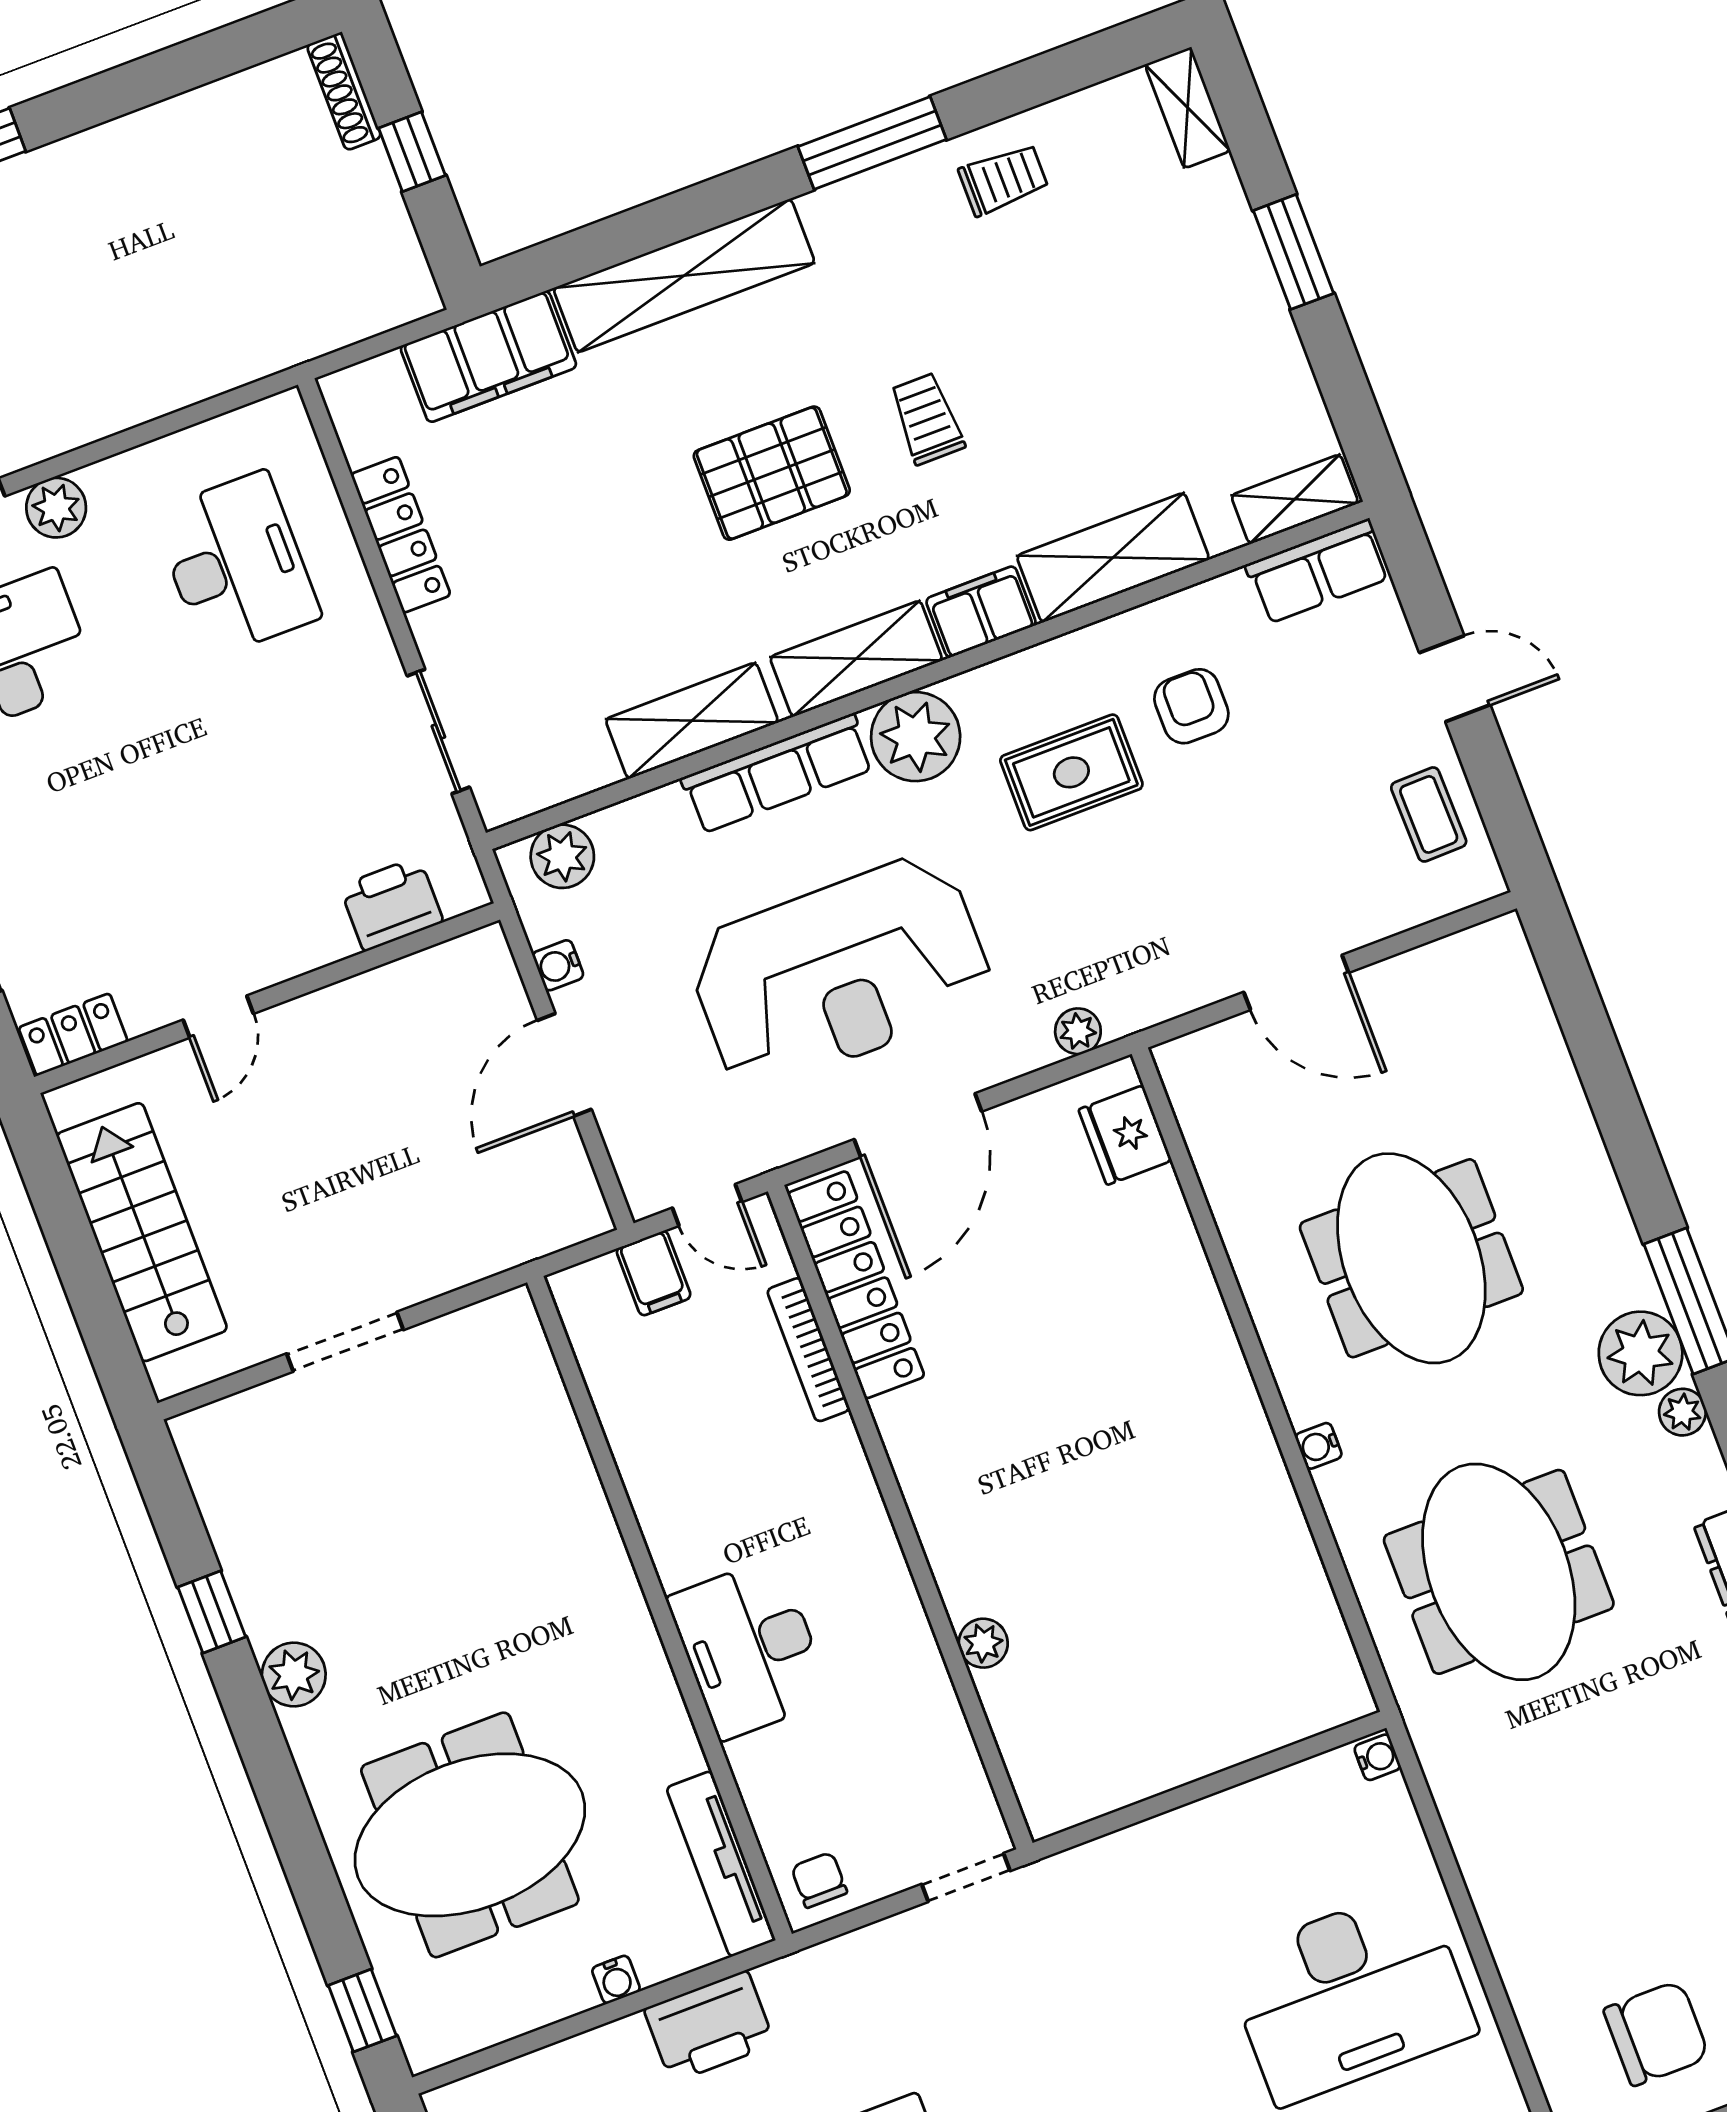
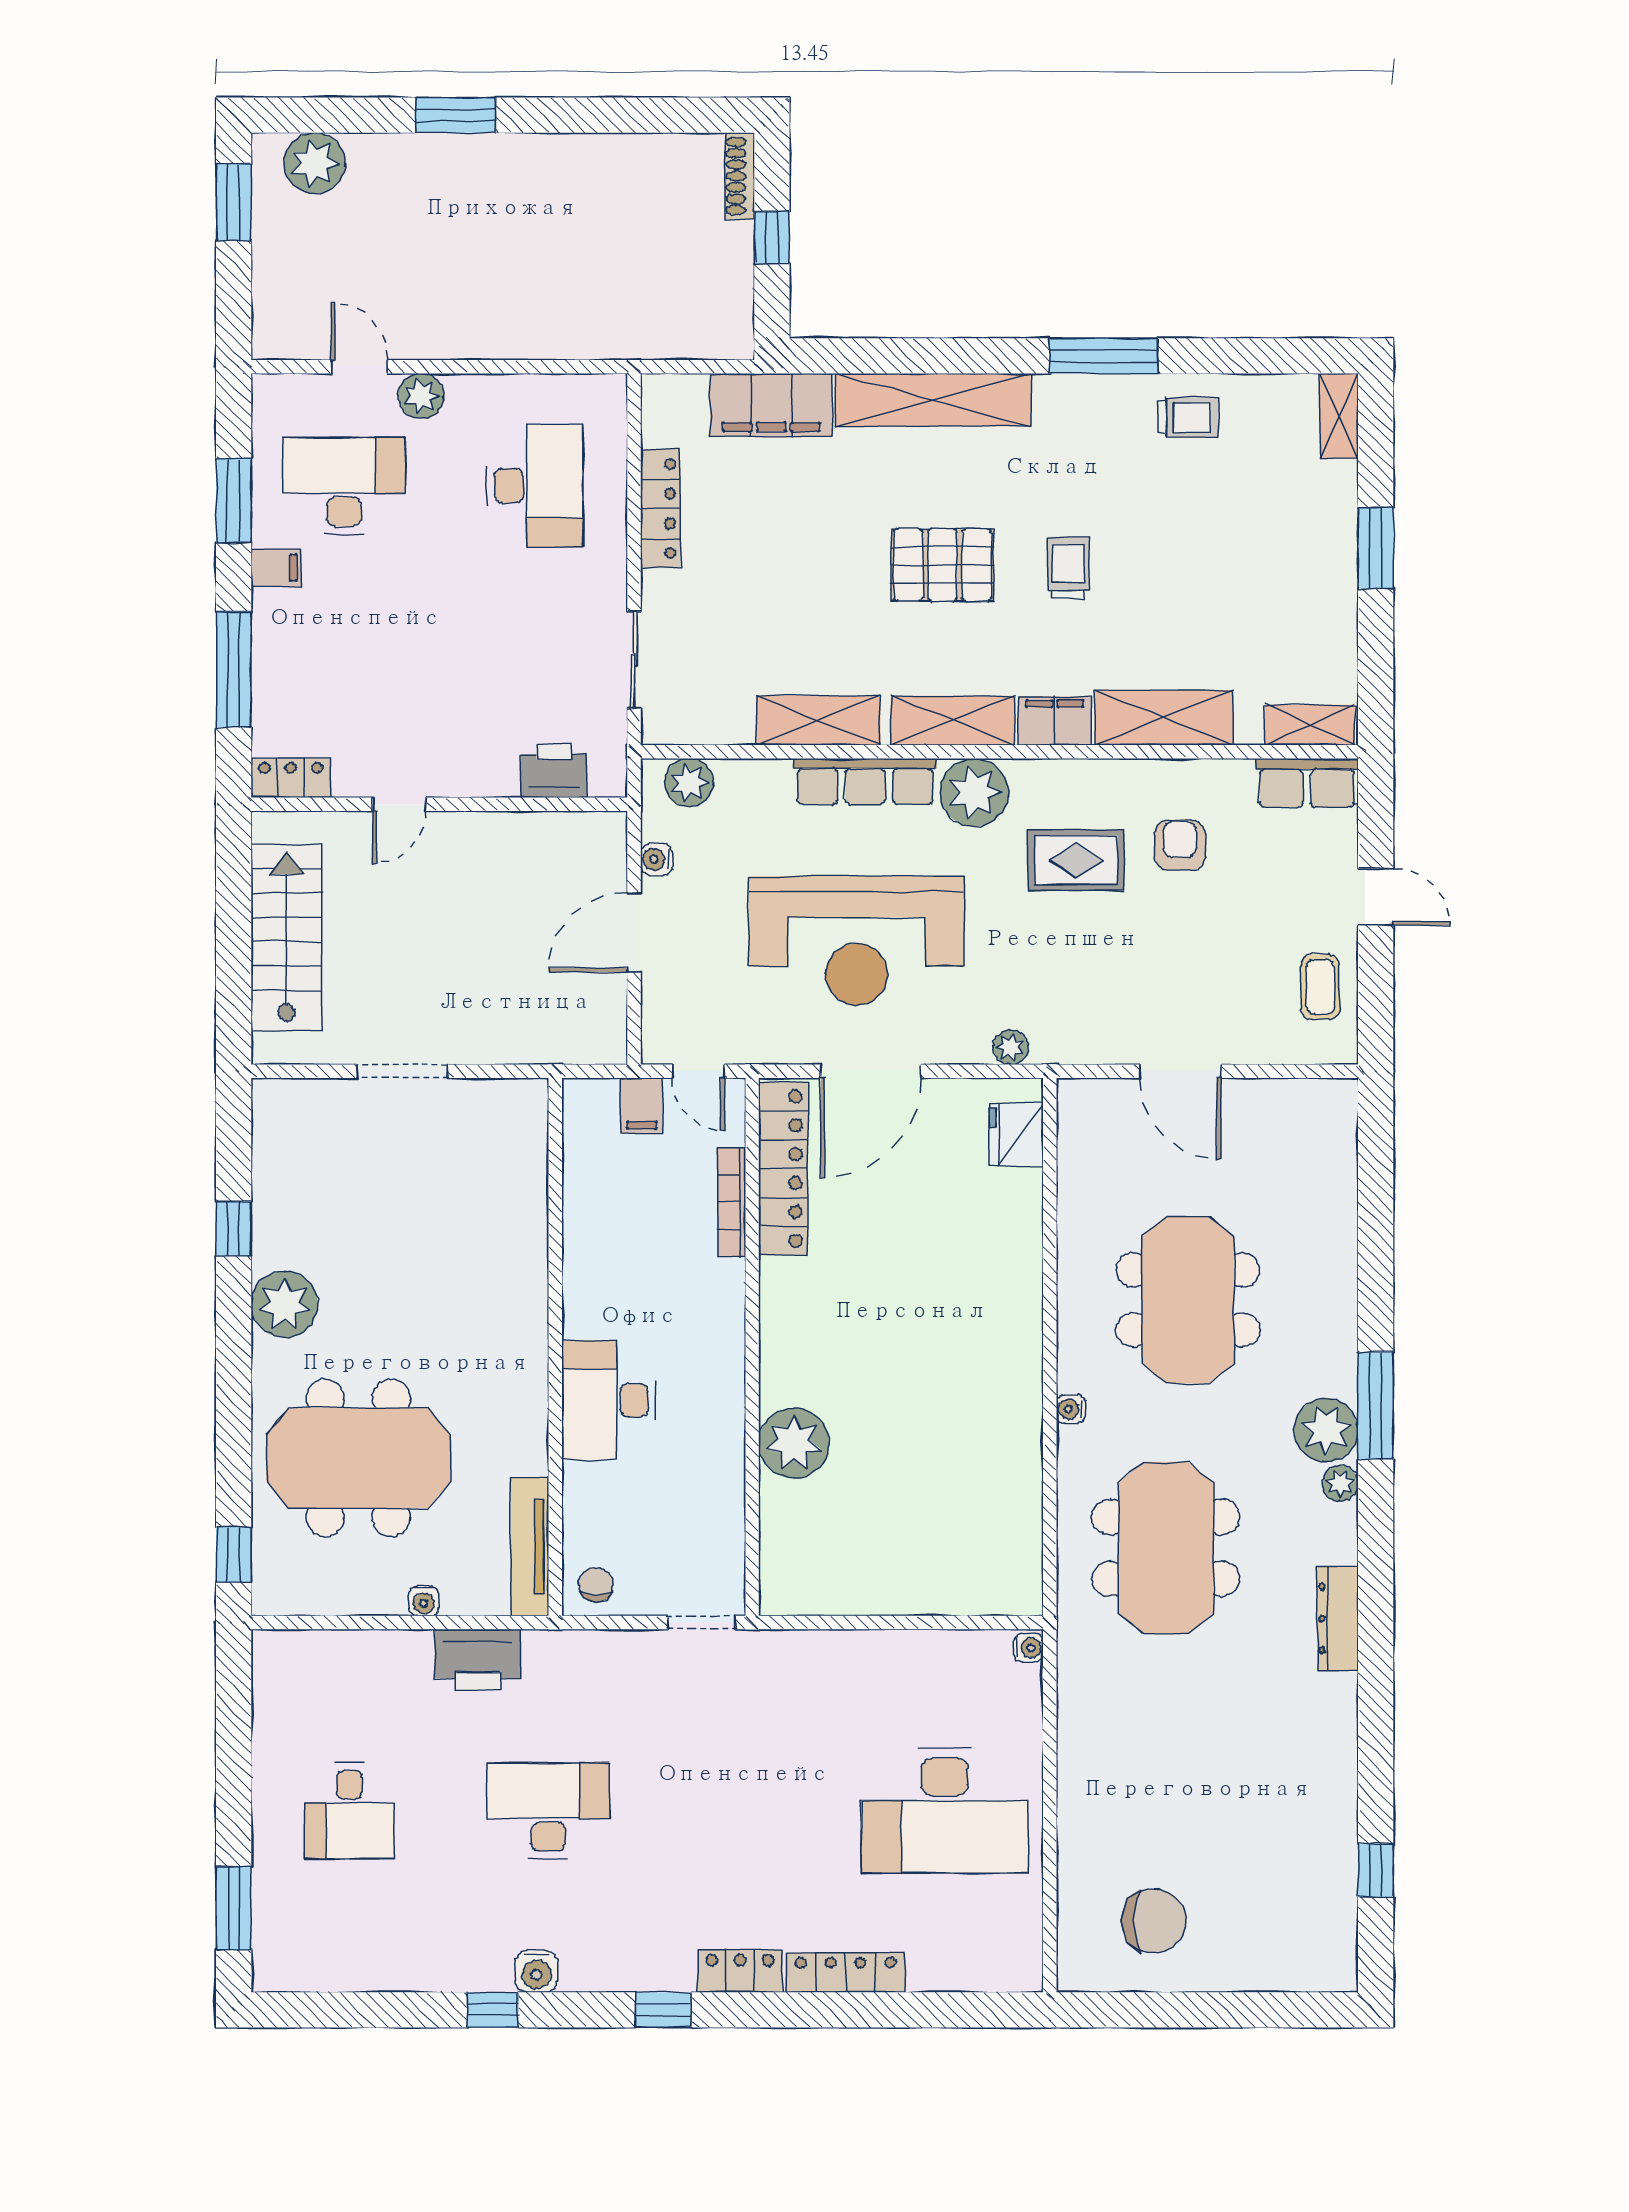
plant: (983, 1643) -> (794, 1443), width x1.88, depth x1.88
plant: (294, 1675) -> (284, 1304), width x1.36, depth x1.36

